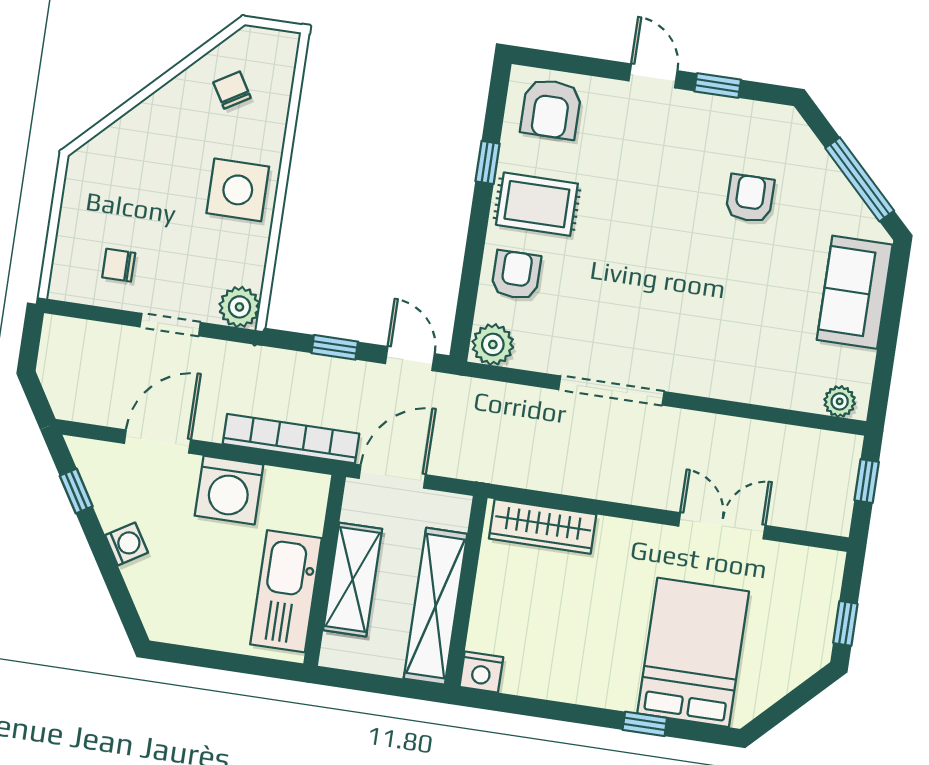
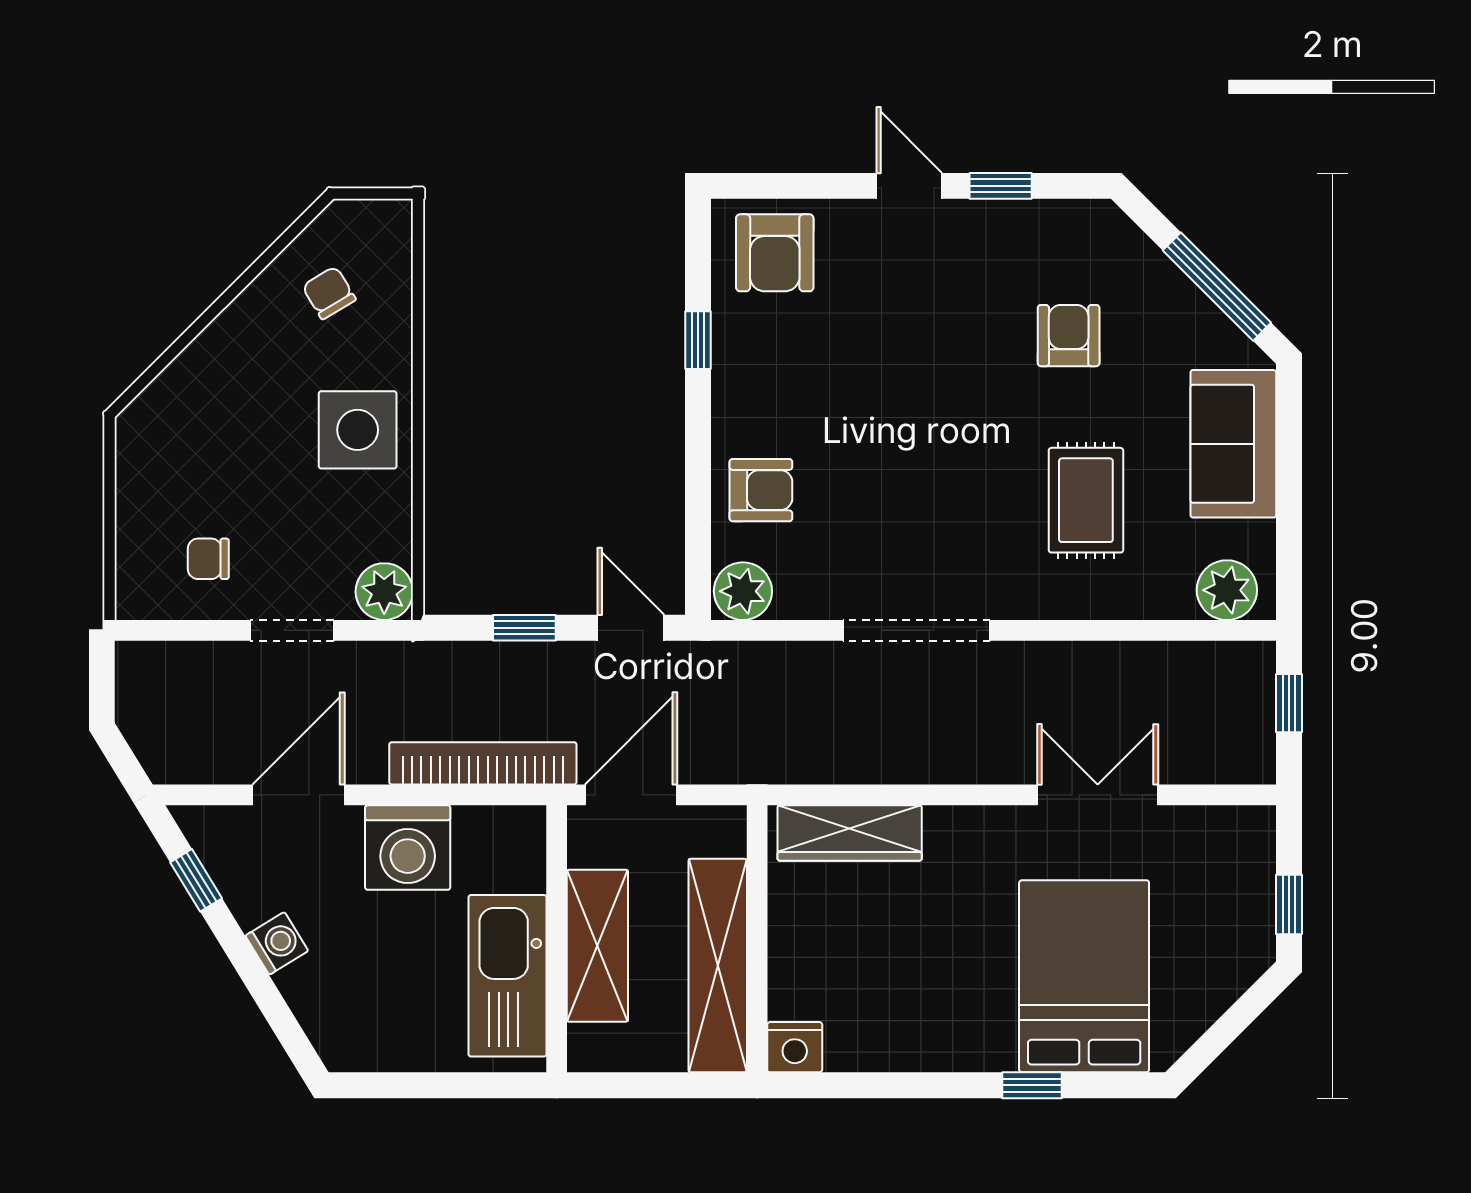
rug: (537, 204) -> (1086, 500), moved, turned 90
armchair: (516, 275) -> (761, 490), turned 90
plant: (840, 401) -> (1227, 590), width x1.38, depth x1.38

